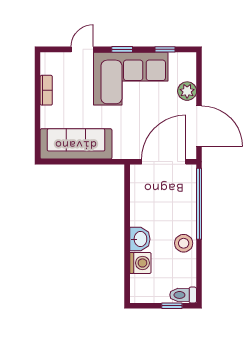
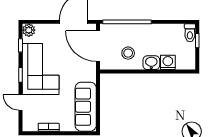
plant: (187, 91) -> (29, 30), moved
stool: (184, 243) -> (128, 53), moved

